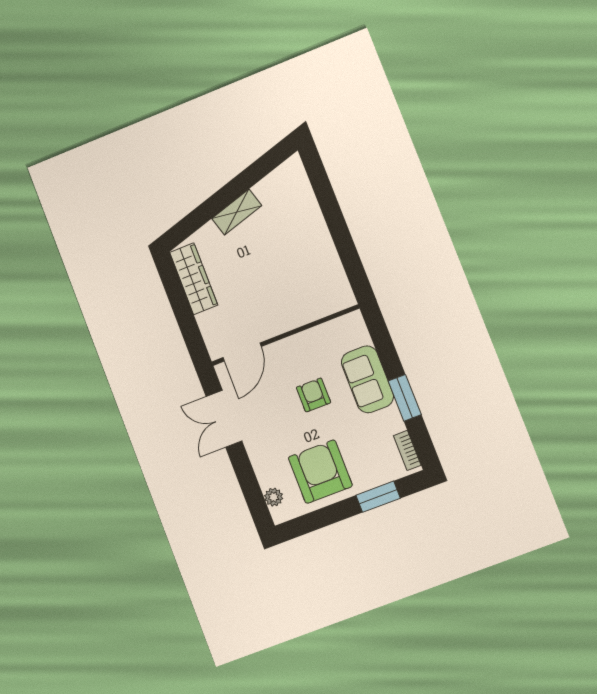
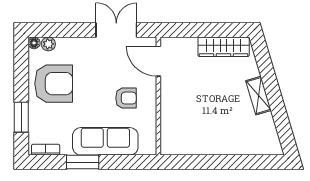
sofa: (367, 379) -> (105, 141), width x1.36
armchair: (313, 395) -> (126, 98), moved
floor lamp: (279, 516) -> (34, 43), added

